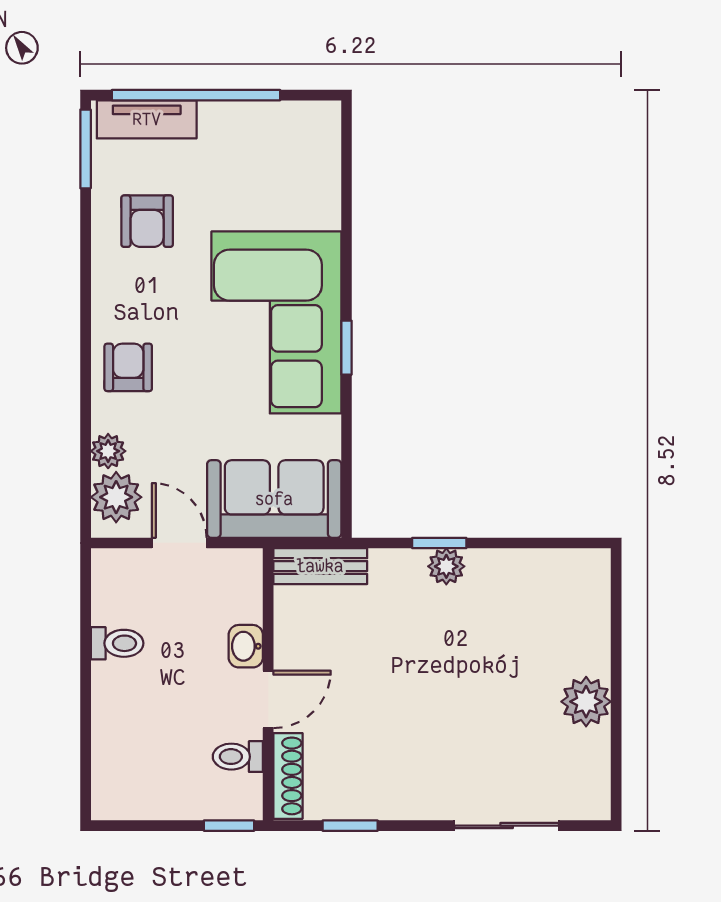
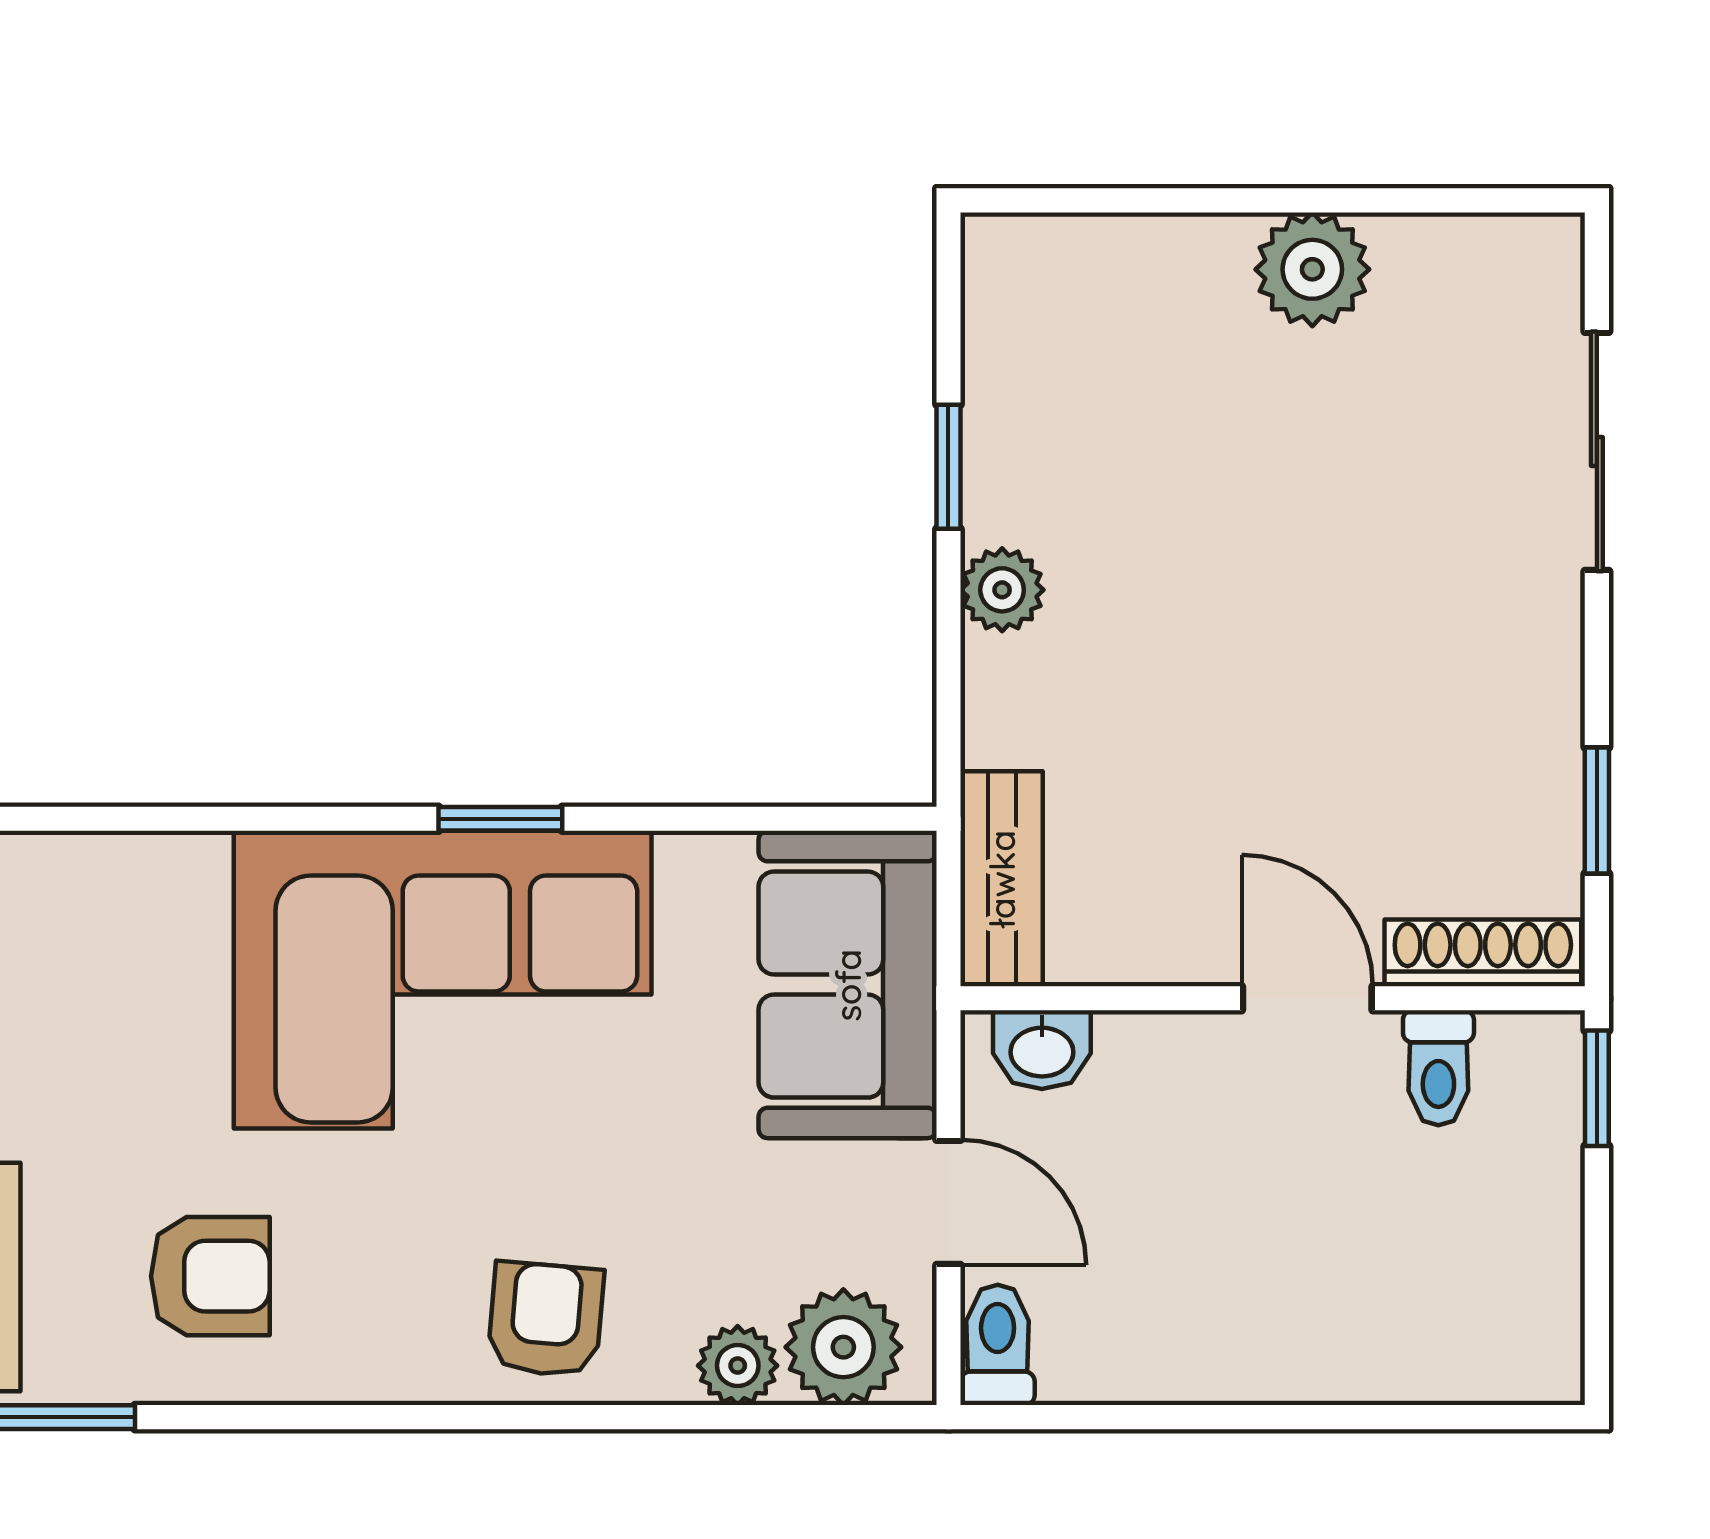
armchair: (128, 367) -> (546, 1319), turned 95
door: (179, 543) -> (948, 1202), swing flipped
window: (439, 543) -> (948, 467), moved
toilet: (117, 643) -> (998, 1345), moved
washbasin: (246, 646) -> (1042, 1050), moved

